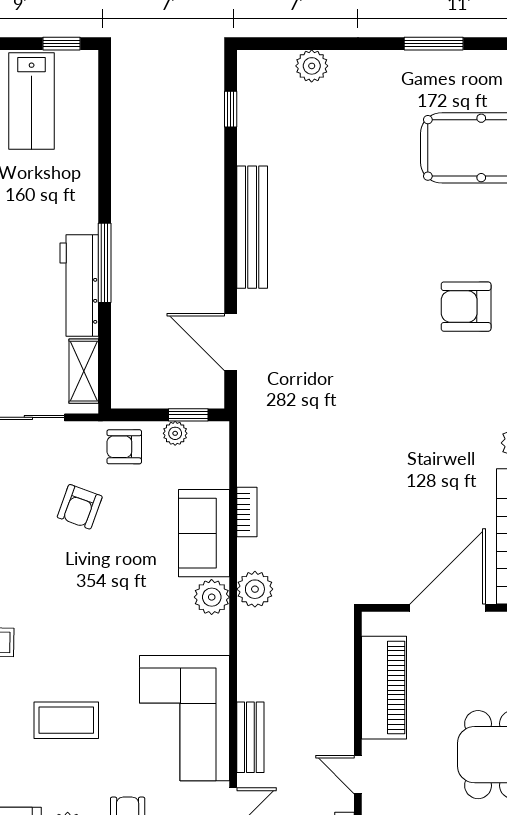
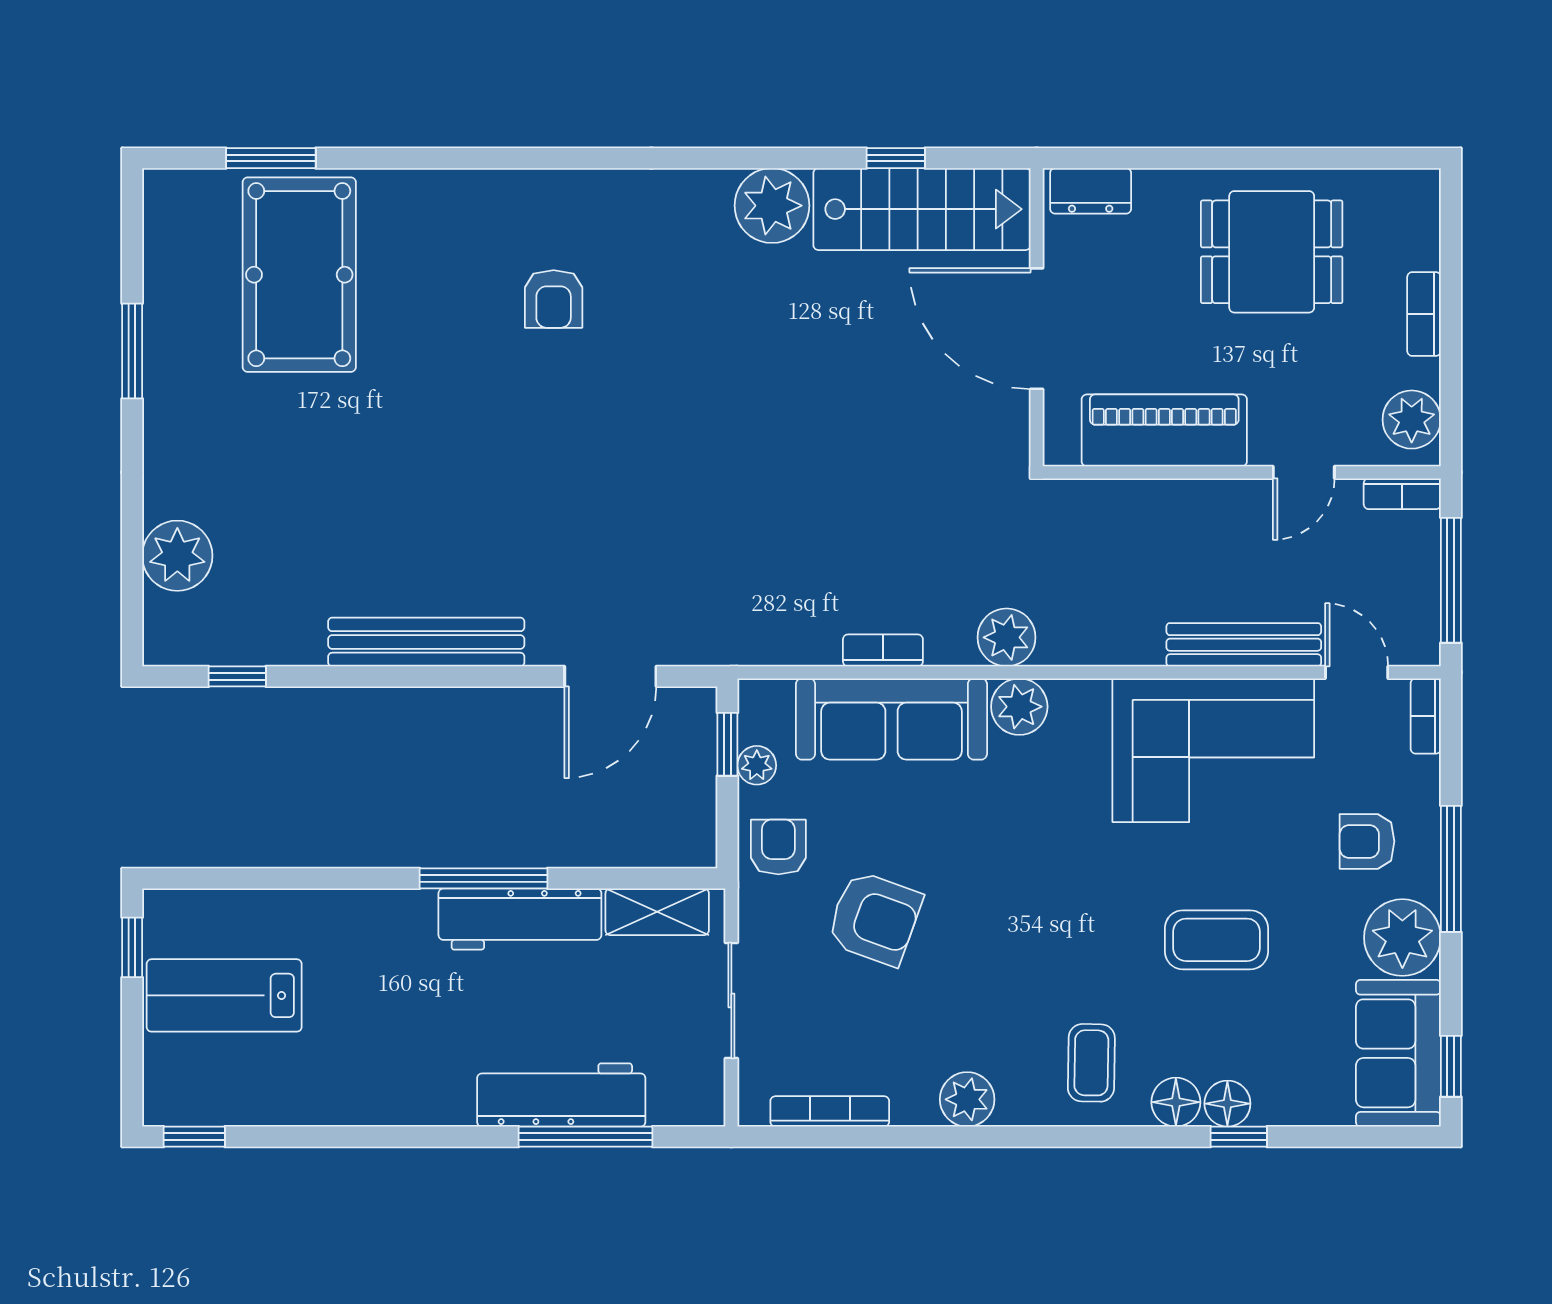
plant: (312, 66) -> (177, 556), width x1.36, depth x1.36
lab bench: (32, 101) -> (224, 995), turned 180
armchair: (466, 307) -> (554, 299), width x0.72, depth x0.72
armchair: (124, 447) -> (778, 847), turned 180
armchair: (80, 507) -> (874, 918), width x1.38, depth x1.38
sofa: (204, 533) -> (891, 719), width x1.36
coffee table: (66, 720) -> (1217, 940), turned 90
bench: (250, 737) -> (1244, 645), width x1.36

